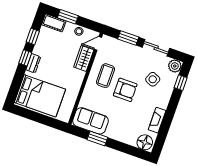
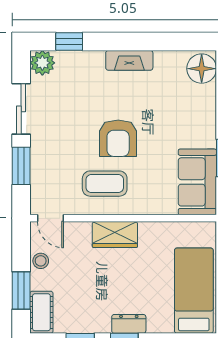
wardrobe: (84, 58) -> (115, 235), moved
side table: (153, 79) -> (81, 95), removed
armchair: (125, 90) -> (118, 138), turned 180
bed: (40, 96) -> (194, 291), width x0.67
fireplace: (157, 120) -> (129, 60), moved

